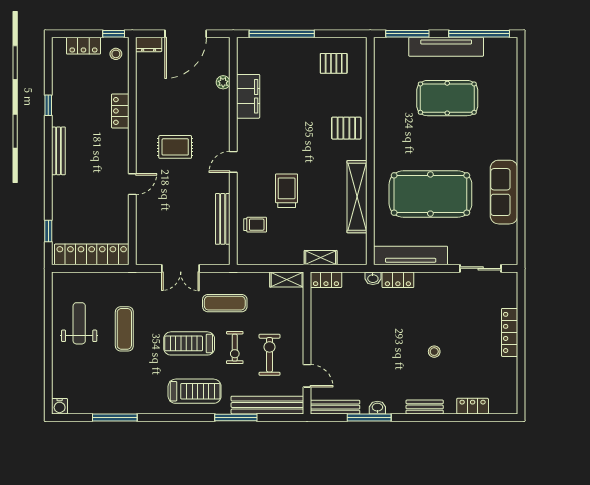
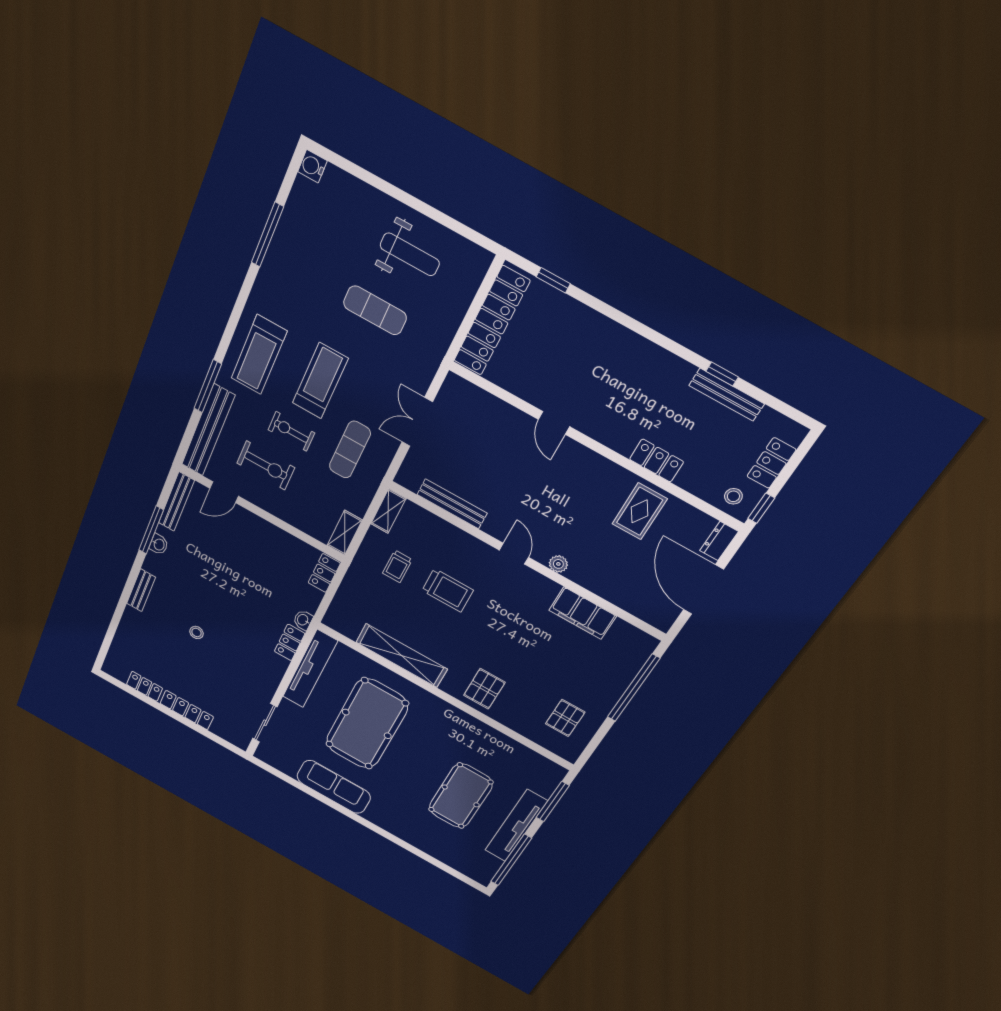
plant: (223, 82) -> (558, 564), moved
rug: (175, 147) -> (640, 511), moved
bench: (58, 151) -> (727, 395), moved
trolley: (255, 225) -> (397, 566), moved
shelving: (321, 258) -> (388, 511), moved
locker: (473, 406) -> (145, 686), moved, turned -90

